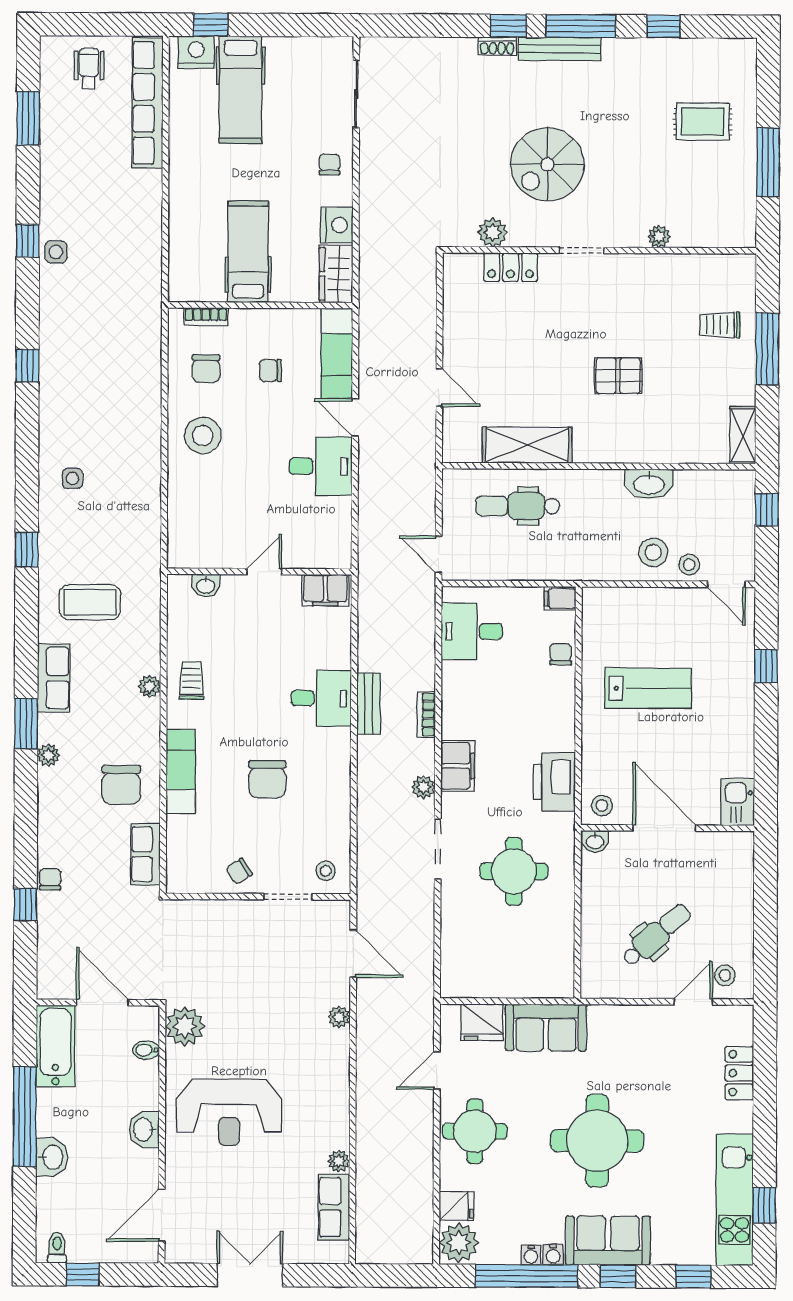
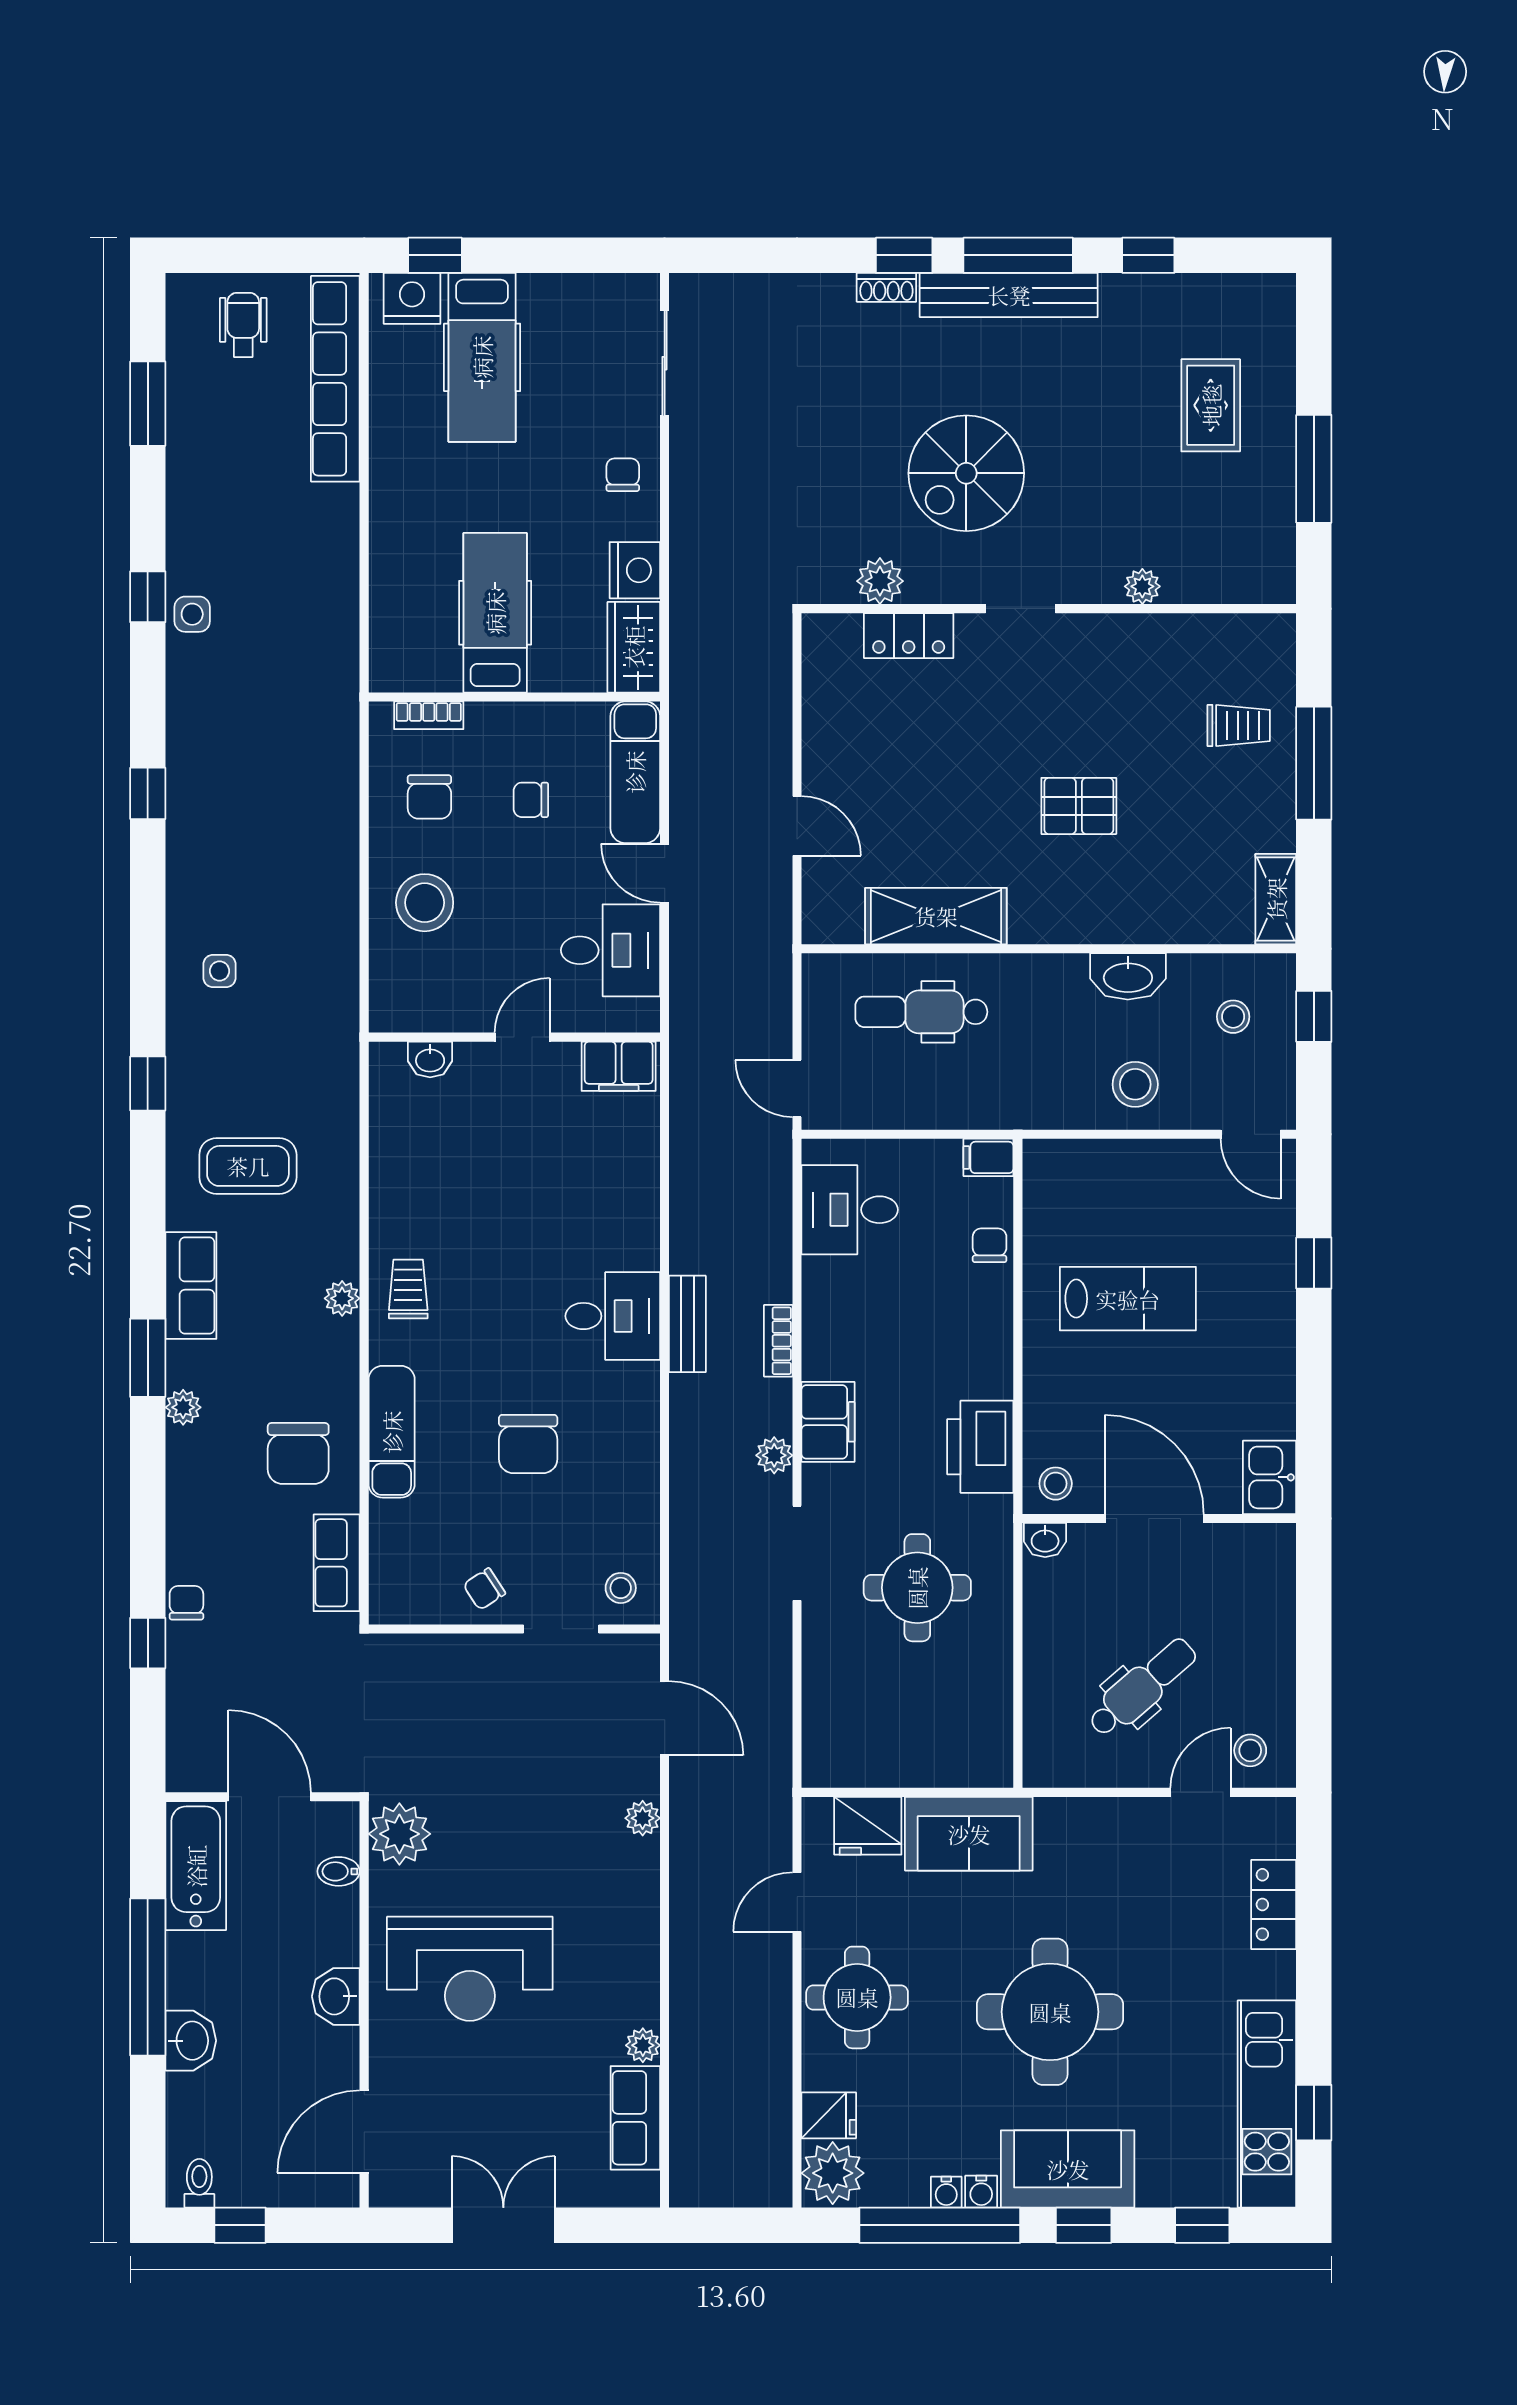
bench: (560, 49) -> (1009, 295), width x1.37, depth x1.21
rug: (703, 122) -> (1211, 405), turned 90
trolley: (720, 325) -> (1239, 725), turned 180
stool: (689, 565) -> (1233, 1017), moved
wall: (259, 572) -> (514, 1037), moved
door: (264, 572) -> (522, 1037), moved
washbasin: (206, 585) -> (430, 1059), moved
filing cabinet: (325, 590) -> (619, 1066), moved

